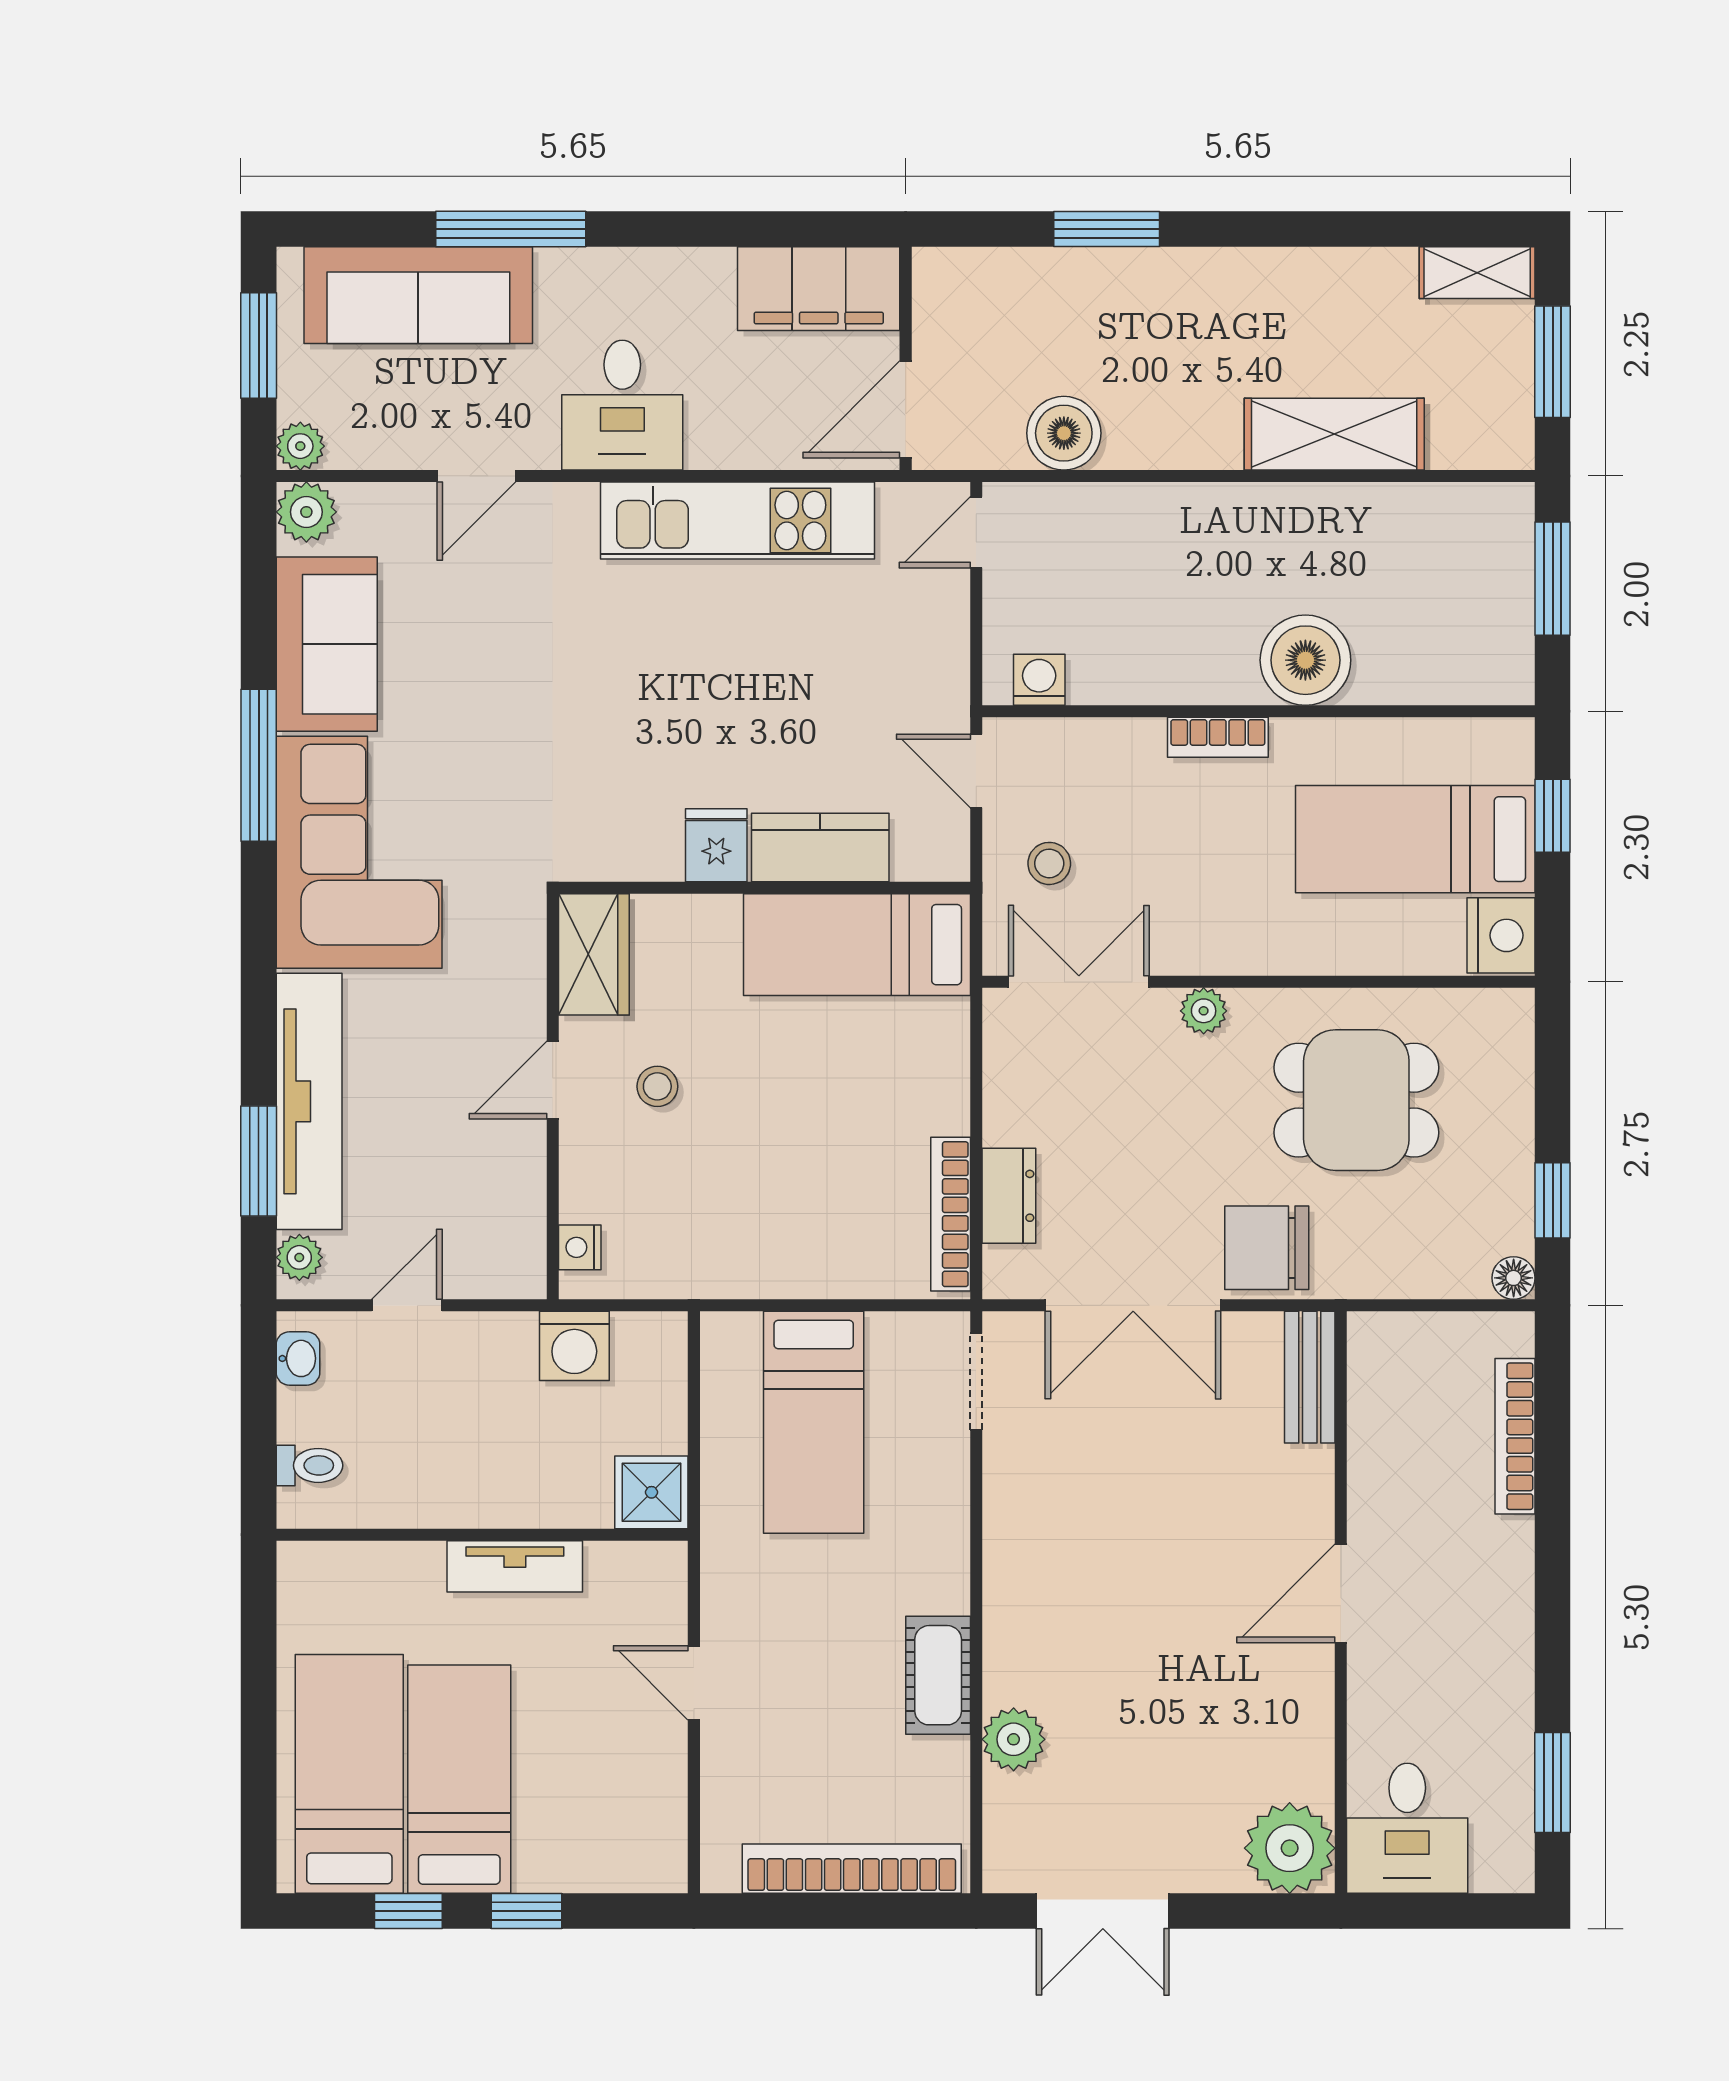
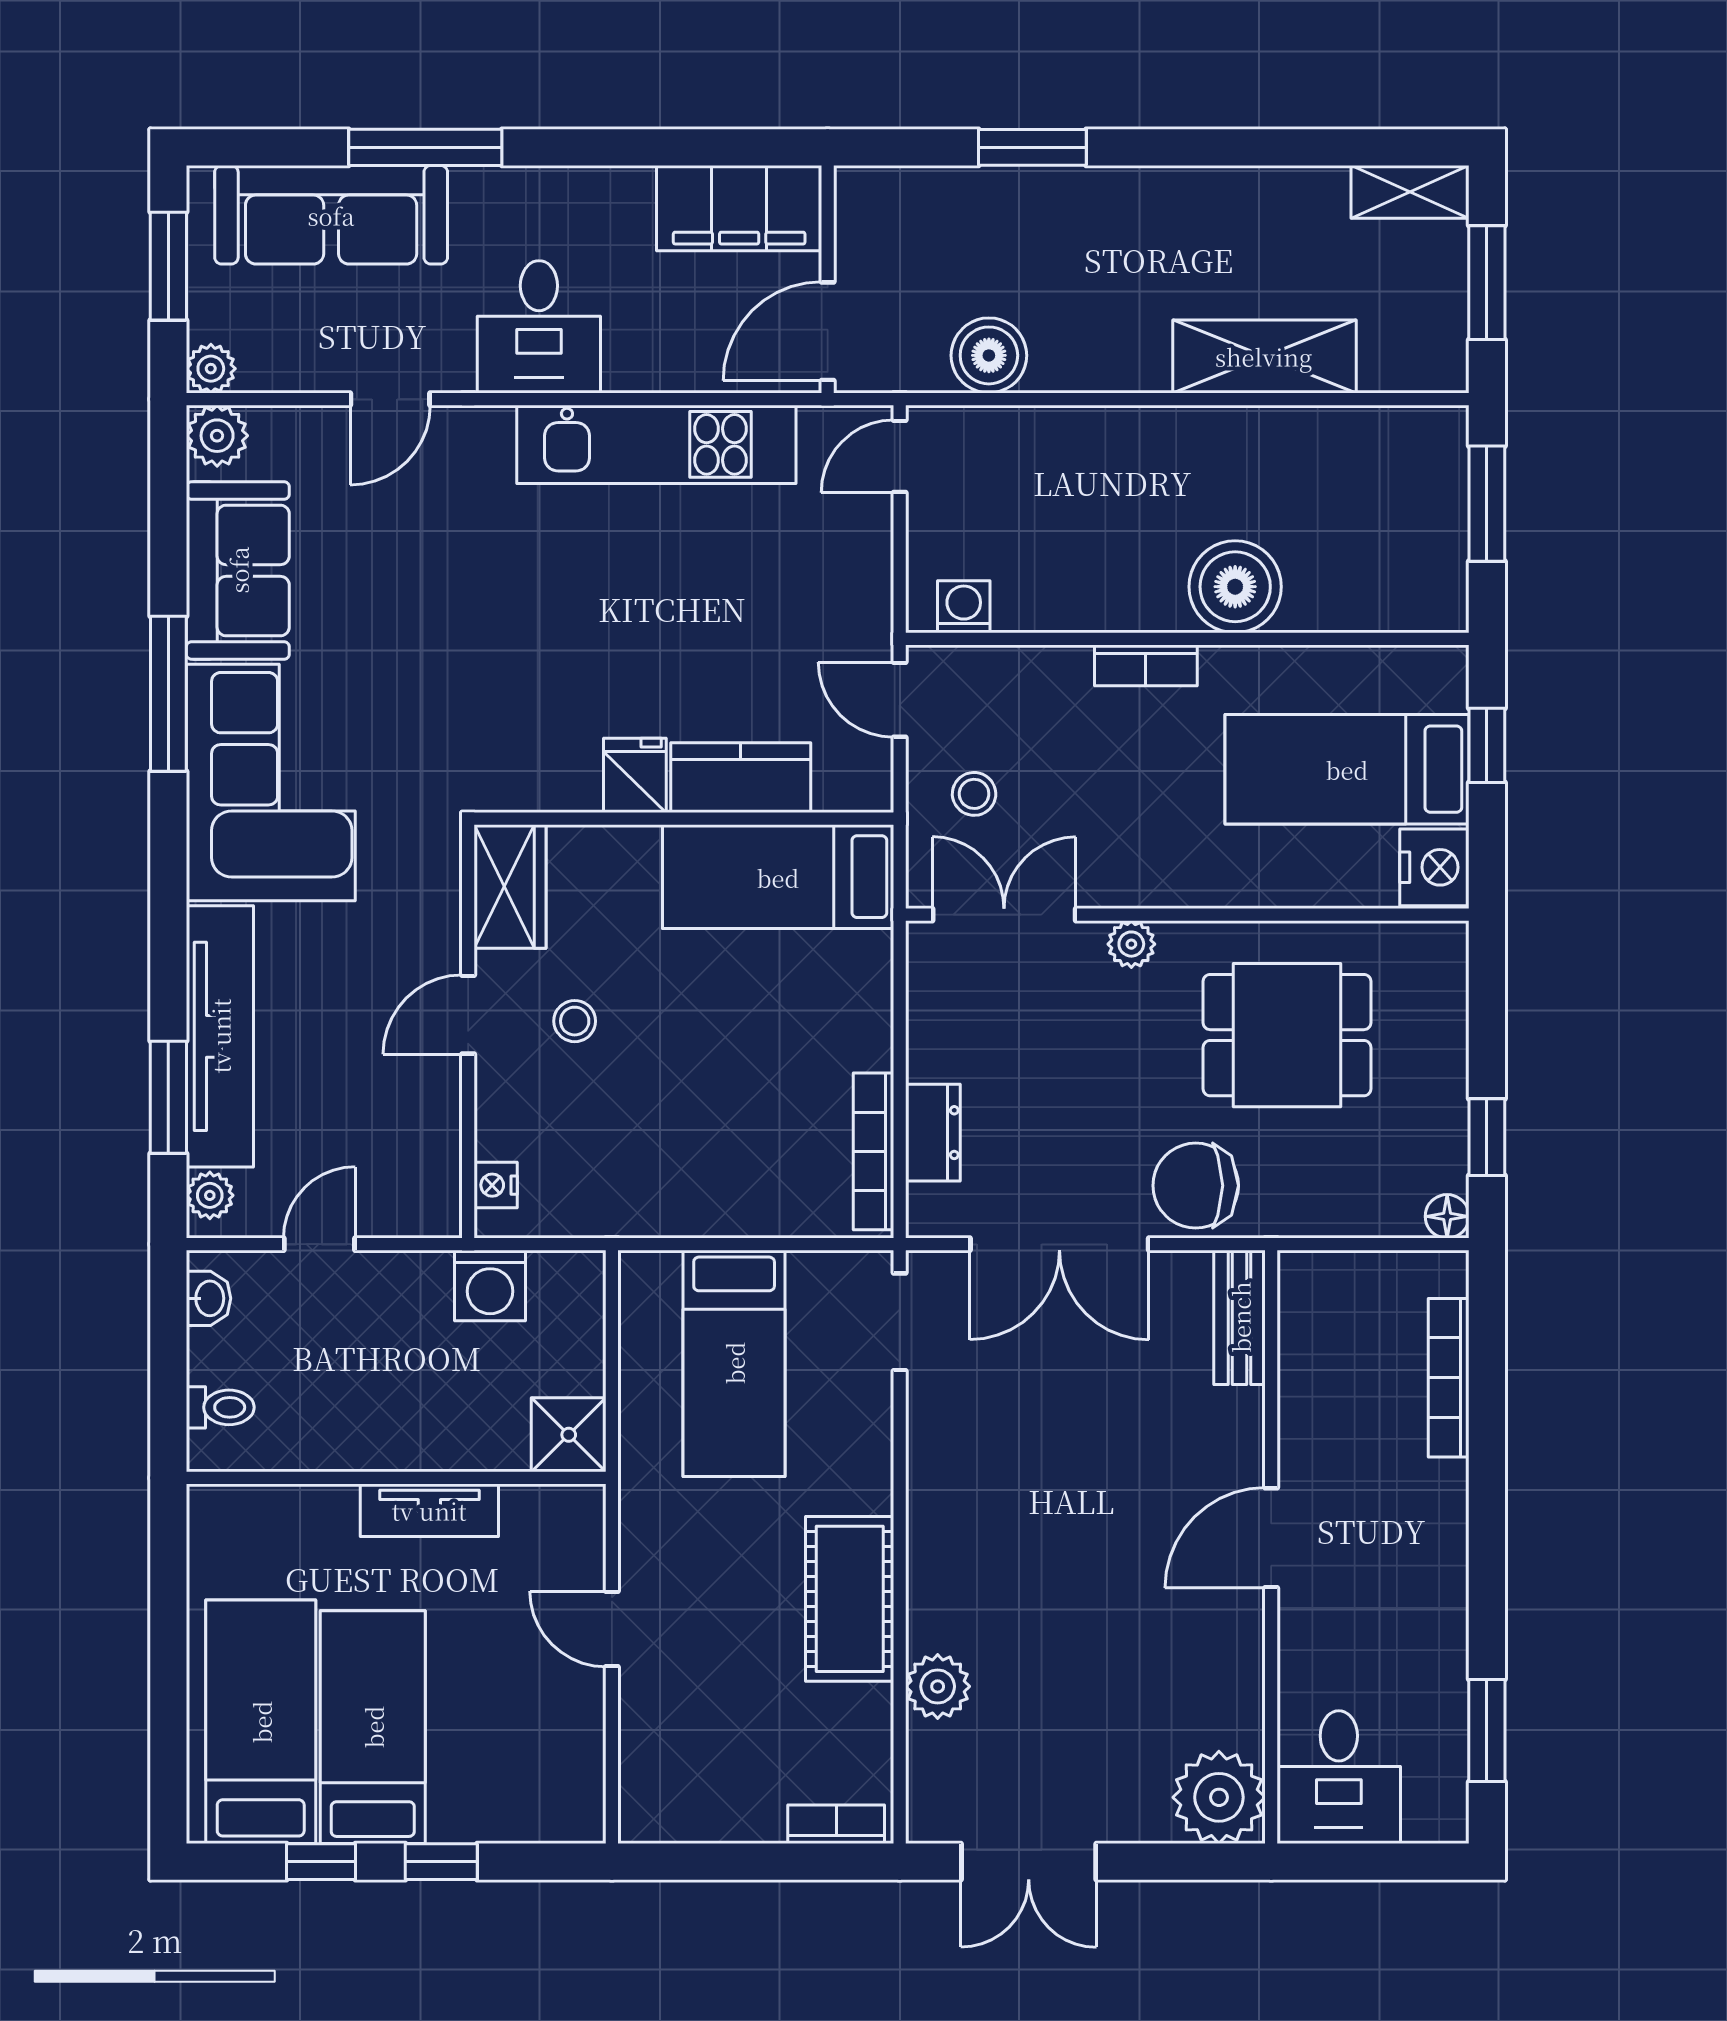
cot: (938, 1675) -> (850, 1599), width x1.37, depth x1.34
bookcase: (852, 1869) -> (836, 1824), width x0.43, depth x0.76

